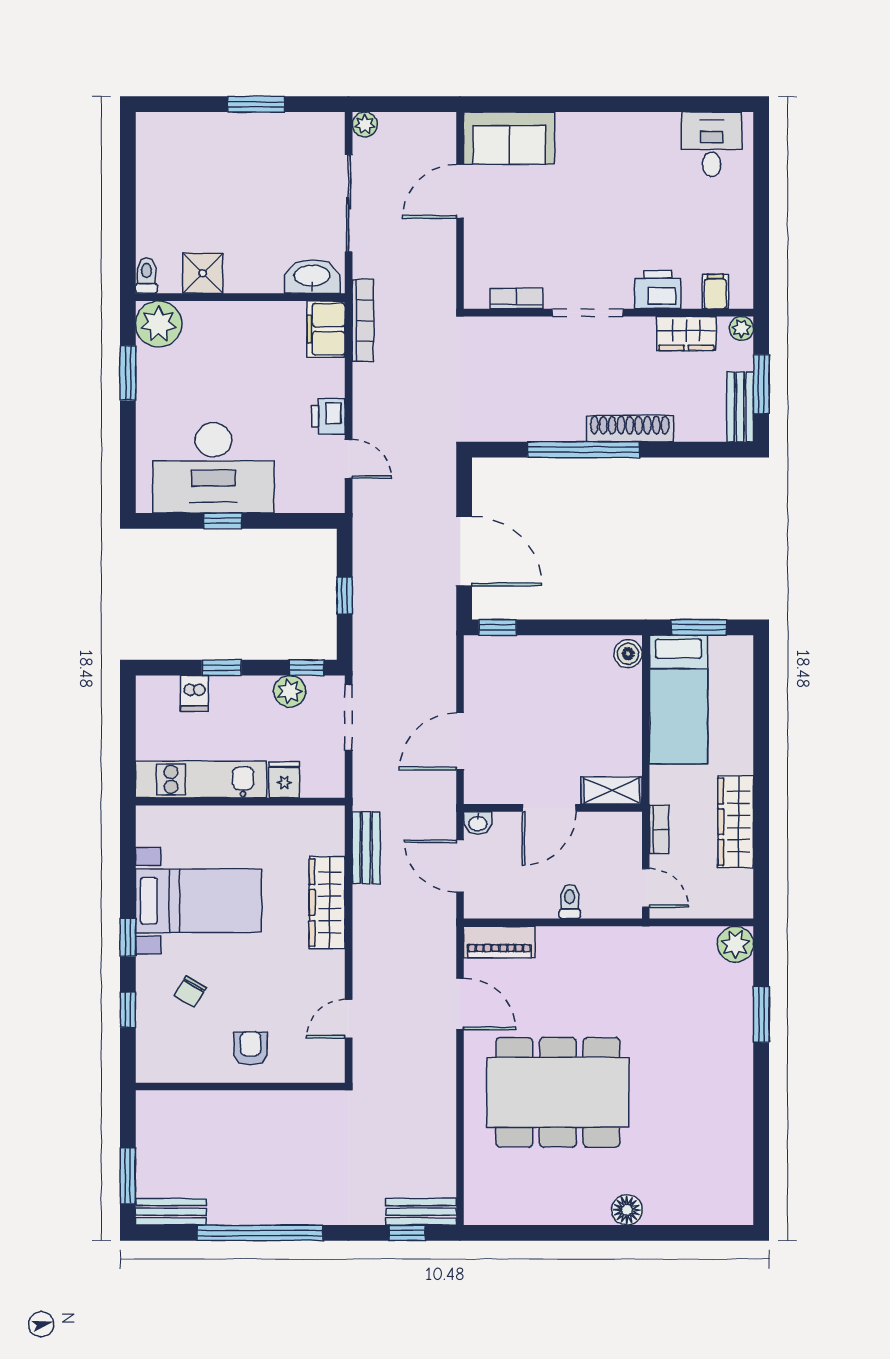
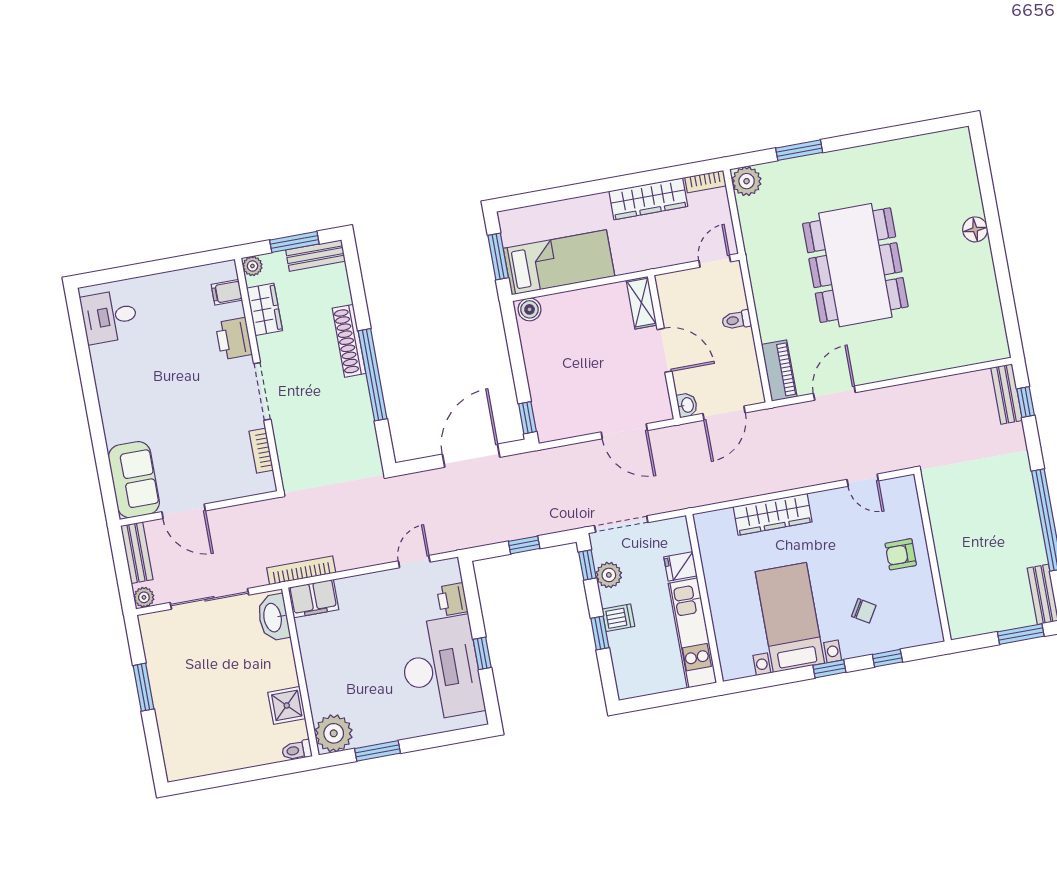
printer: (328, 416) -> (452, 599), moved, turned 90
dishwasher: (194, 693) -> (618, 618), moved
bookcase: (659, 829) -> (705, 182), moved, turned 180
bench: (366, 848) -> (137, 553), moved, turned 90
dining table: (558, 1092) -> (855, 265), moved

